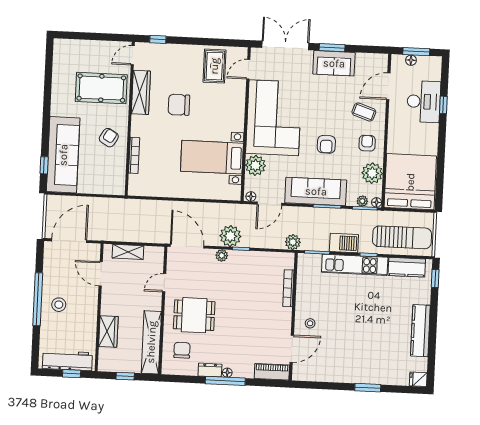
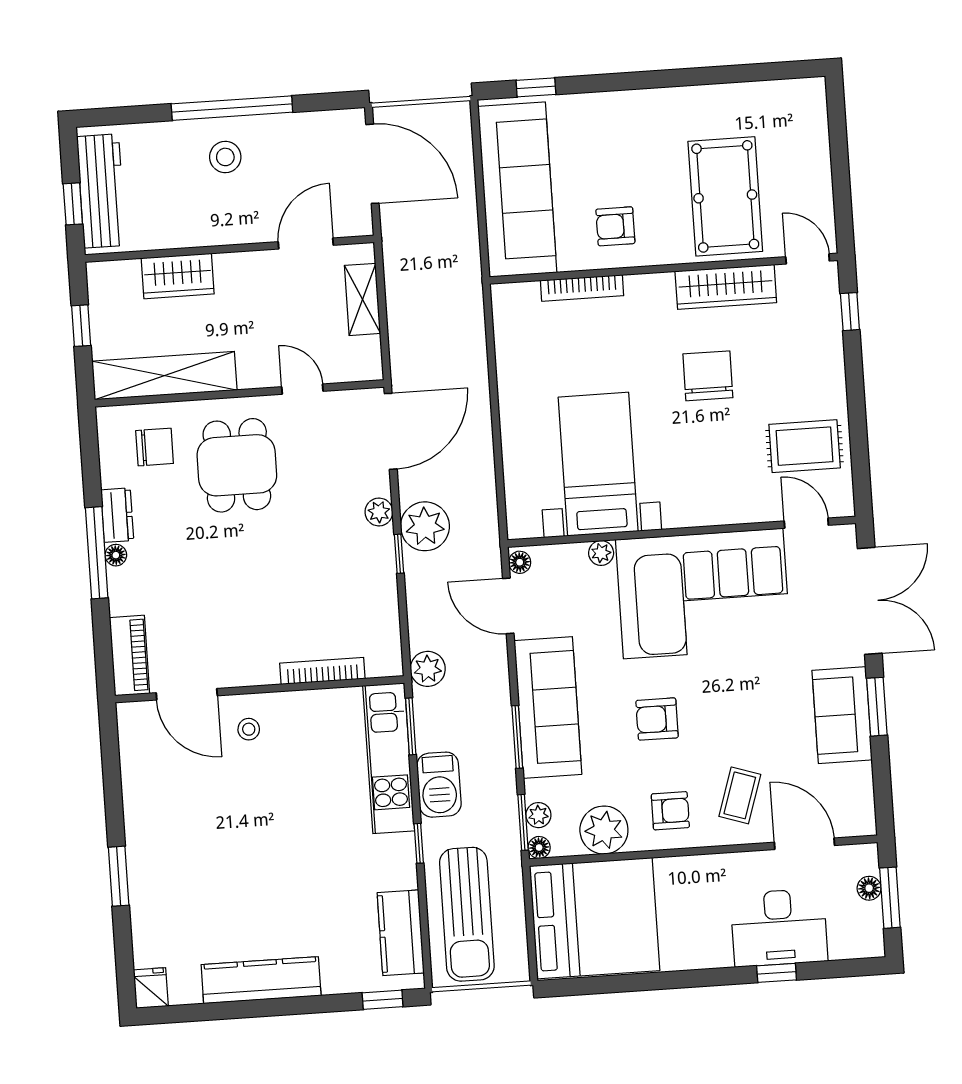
armchair: (109, 138) -> (615, 226), turned 149
sofa: (63, 155) -> (517, 190), moved, turned -90
plant: (255, 165) -> (601, 553), width x0.53, depth x0.53
kitchen unit: (355, 265) -> (389, 758), moved

